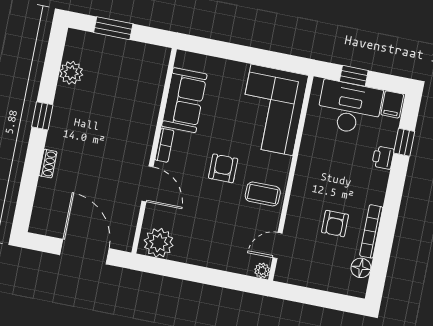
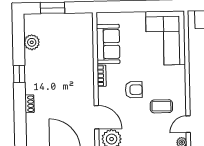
armchair: (223, 168) -> (134, 90), moved, turned 90
door: (148, 184) -> (96, 117), moved
coffee table: (263, 194) -> (161, 106), moved

